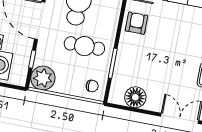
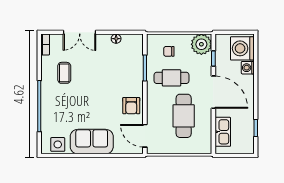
chair: (92, 86) -> (169, 51), moved
floor lamp: (135, 97) -> (116, 39), width x0.53, depth x0.53

